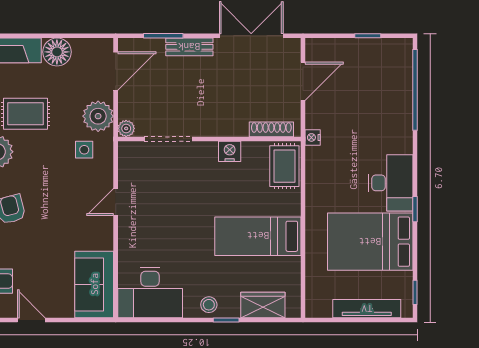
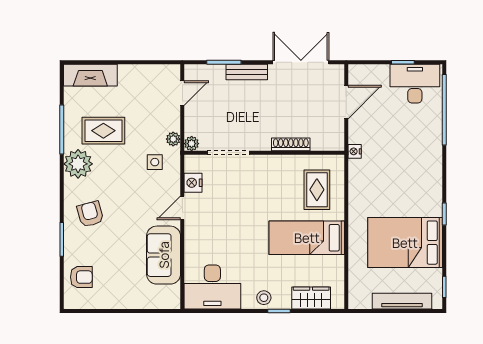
floor lamp: (57, 52) -> (131, 77), removed
door: (116, 71) -> (182, 93), width x0.73
plant: (98, 116) -> (173, 139), width x0.53, depth x0.53
shoe rack: (271, 129) -> (291, 144), moved
nightstand: (230, 151) -> (193, 183), moved, turned -90
rug: (284, 166) -> (317, 190), moved
desk: (391, 183) -> (415, 84), moved, turned -90
sofa: (94, 284) -> (164, 255), moved
door: (31, 320) -> (109, 311), removed

